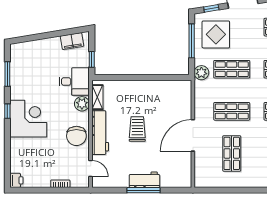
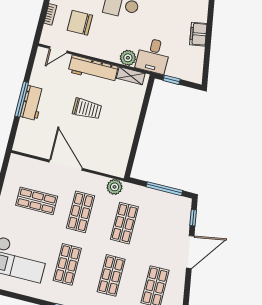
display table: (216, 34) -> (165, 216), removed
filing cabinet: (72, 41) -> (198, 34), moved
plant: (201, 73) -> (115, 187), moved
chair: (76, 136) -> (80, 23), moved

